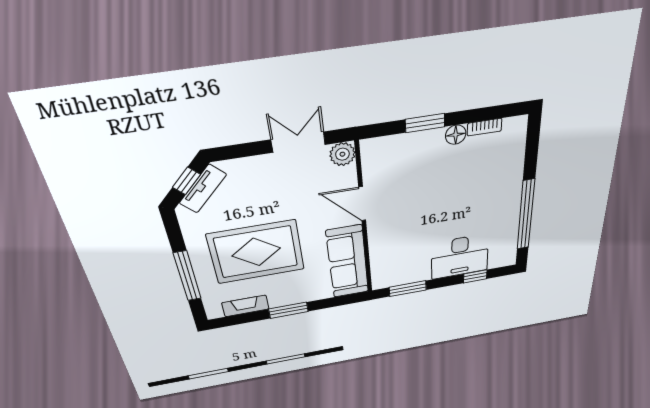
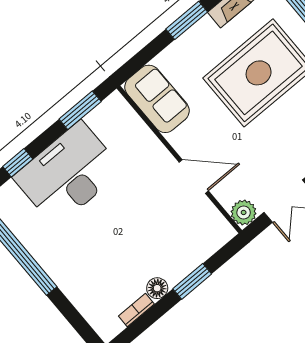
desk: (460, 257) -> (68, 174), width x1.36, depth x1.30
sofa: (348, 262) -> (157, 99), width x0.73

